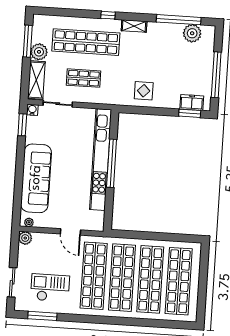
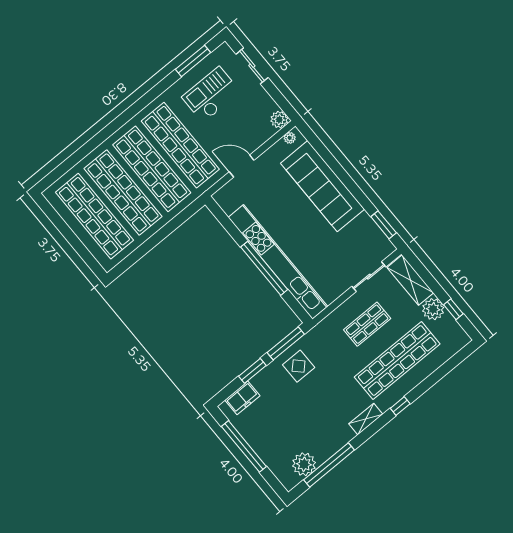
window: (28, 41) -> (453, 309), width x0.46
water cooler: (32, 110) -> (387, 248), removed
window: (139, 110) -> (286, 343), added
window: (190, 113) -> (252, 371), moved
checkout: (50, 288) -> (211, 94), turned 180

